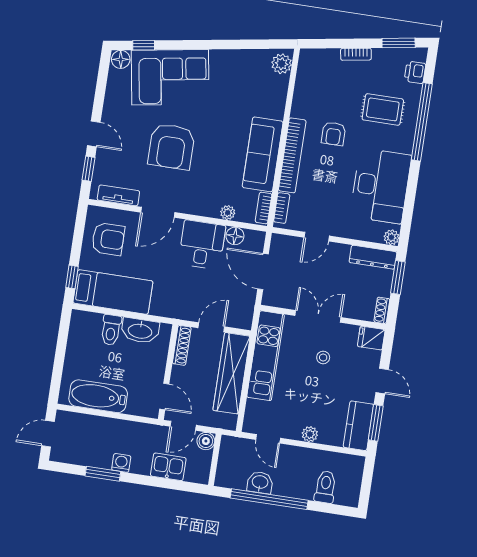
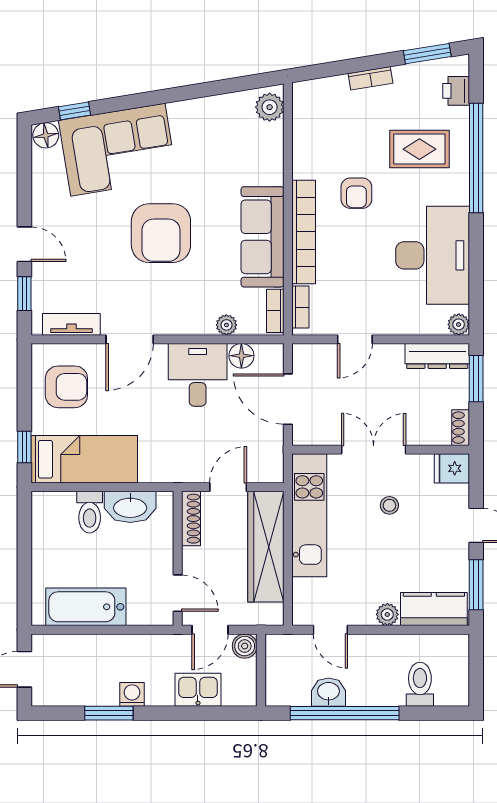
armchair: (171, 147) -> (161, 233), moved
kitchen counter: (358, 426) -> (434, 609), moved, turned 90

